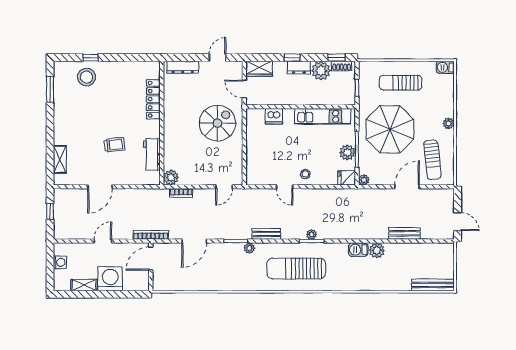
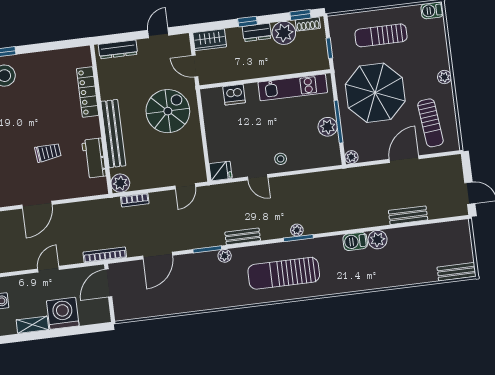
bench: (170, 136) -> (113, 134), added
fridge: (347, 178) -> (221, 171), moved, turned 180
bench: (433, 285) -> (457, 272), width x0.73

